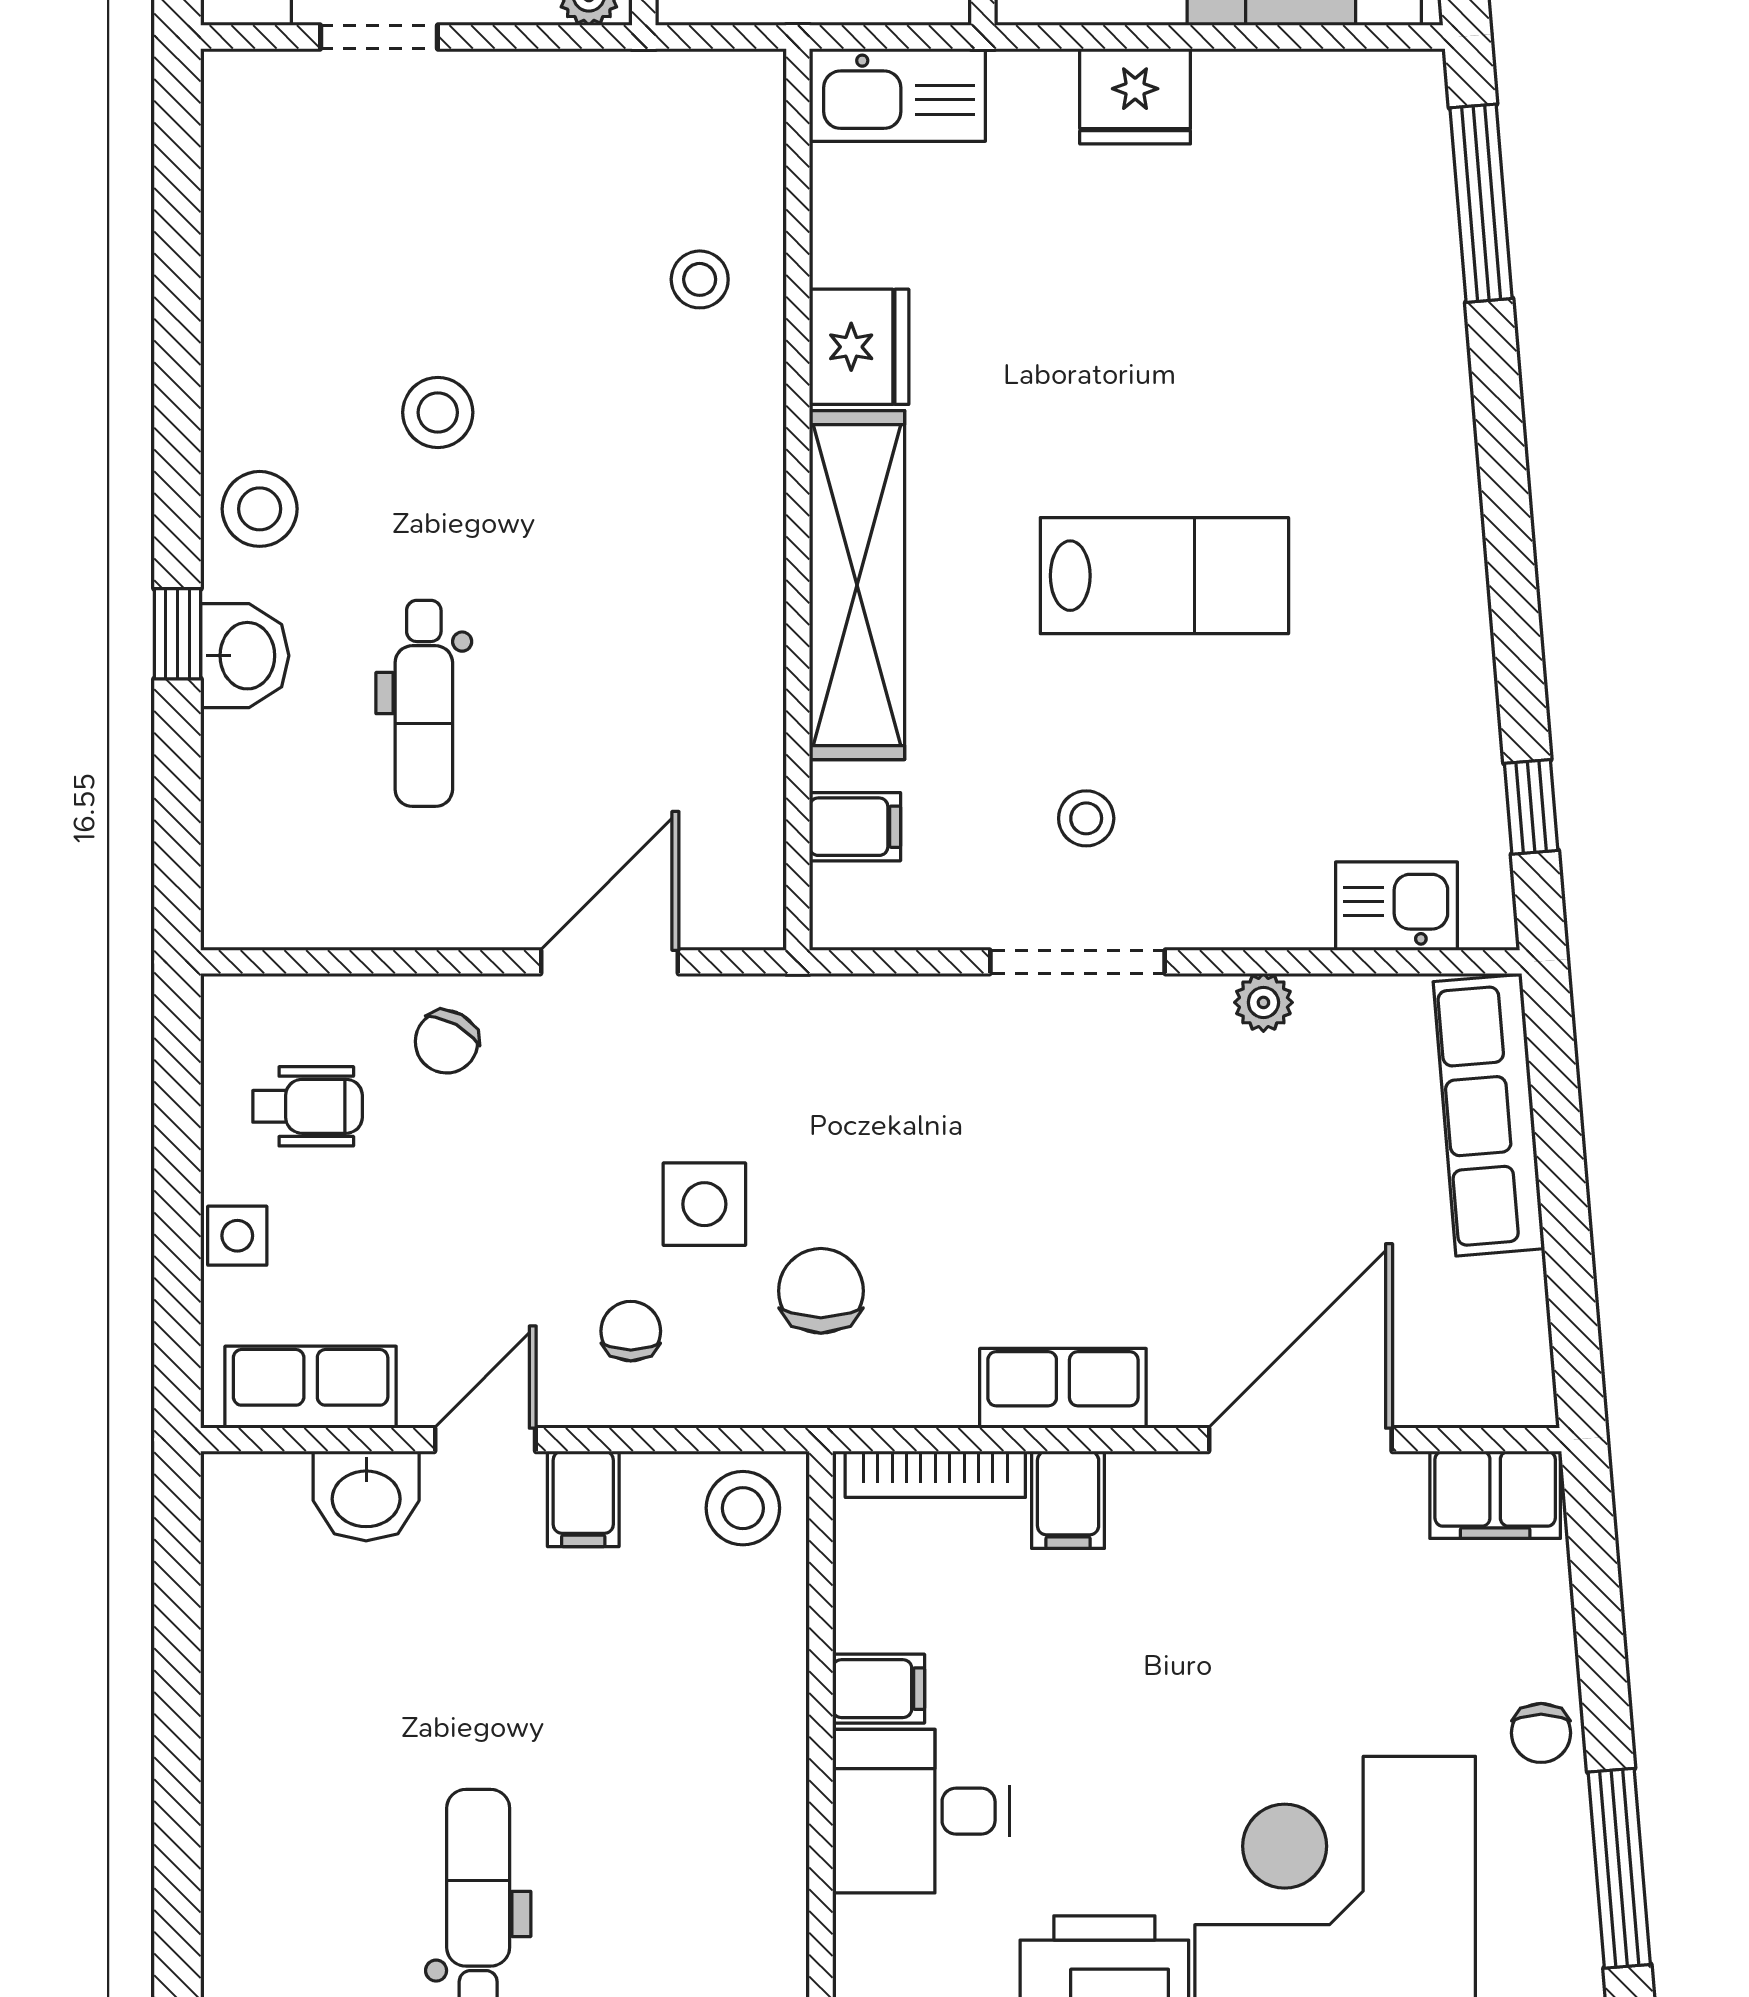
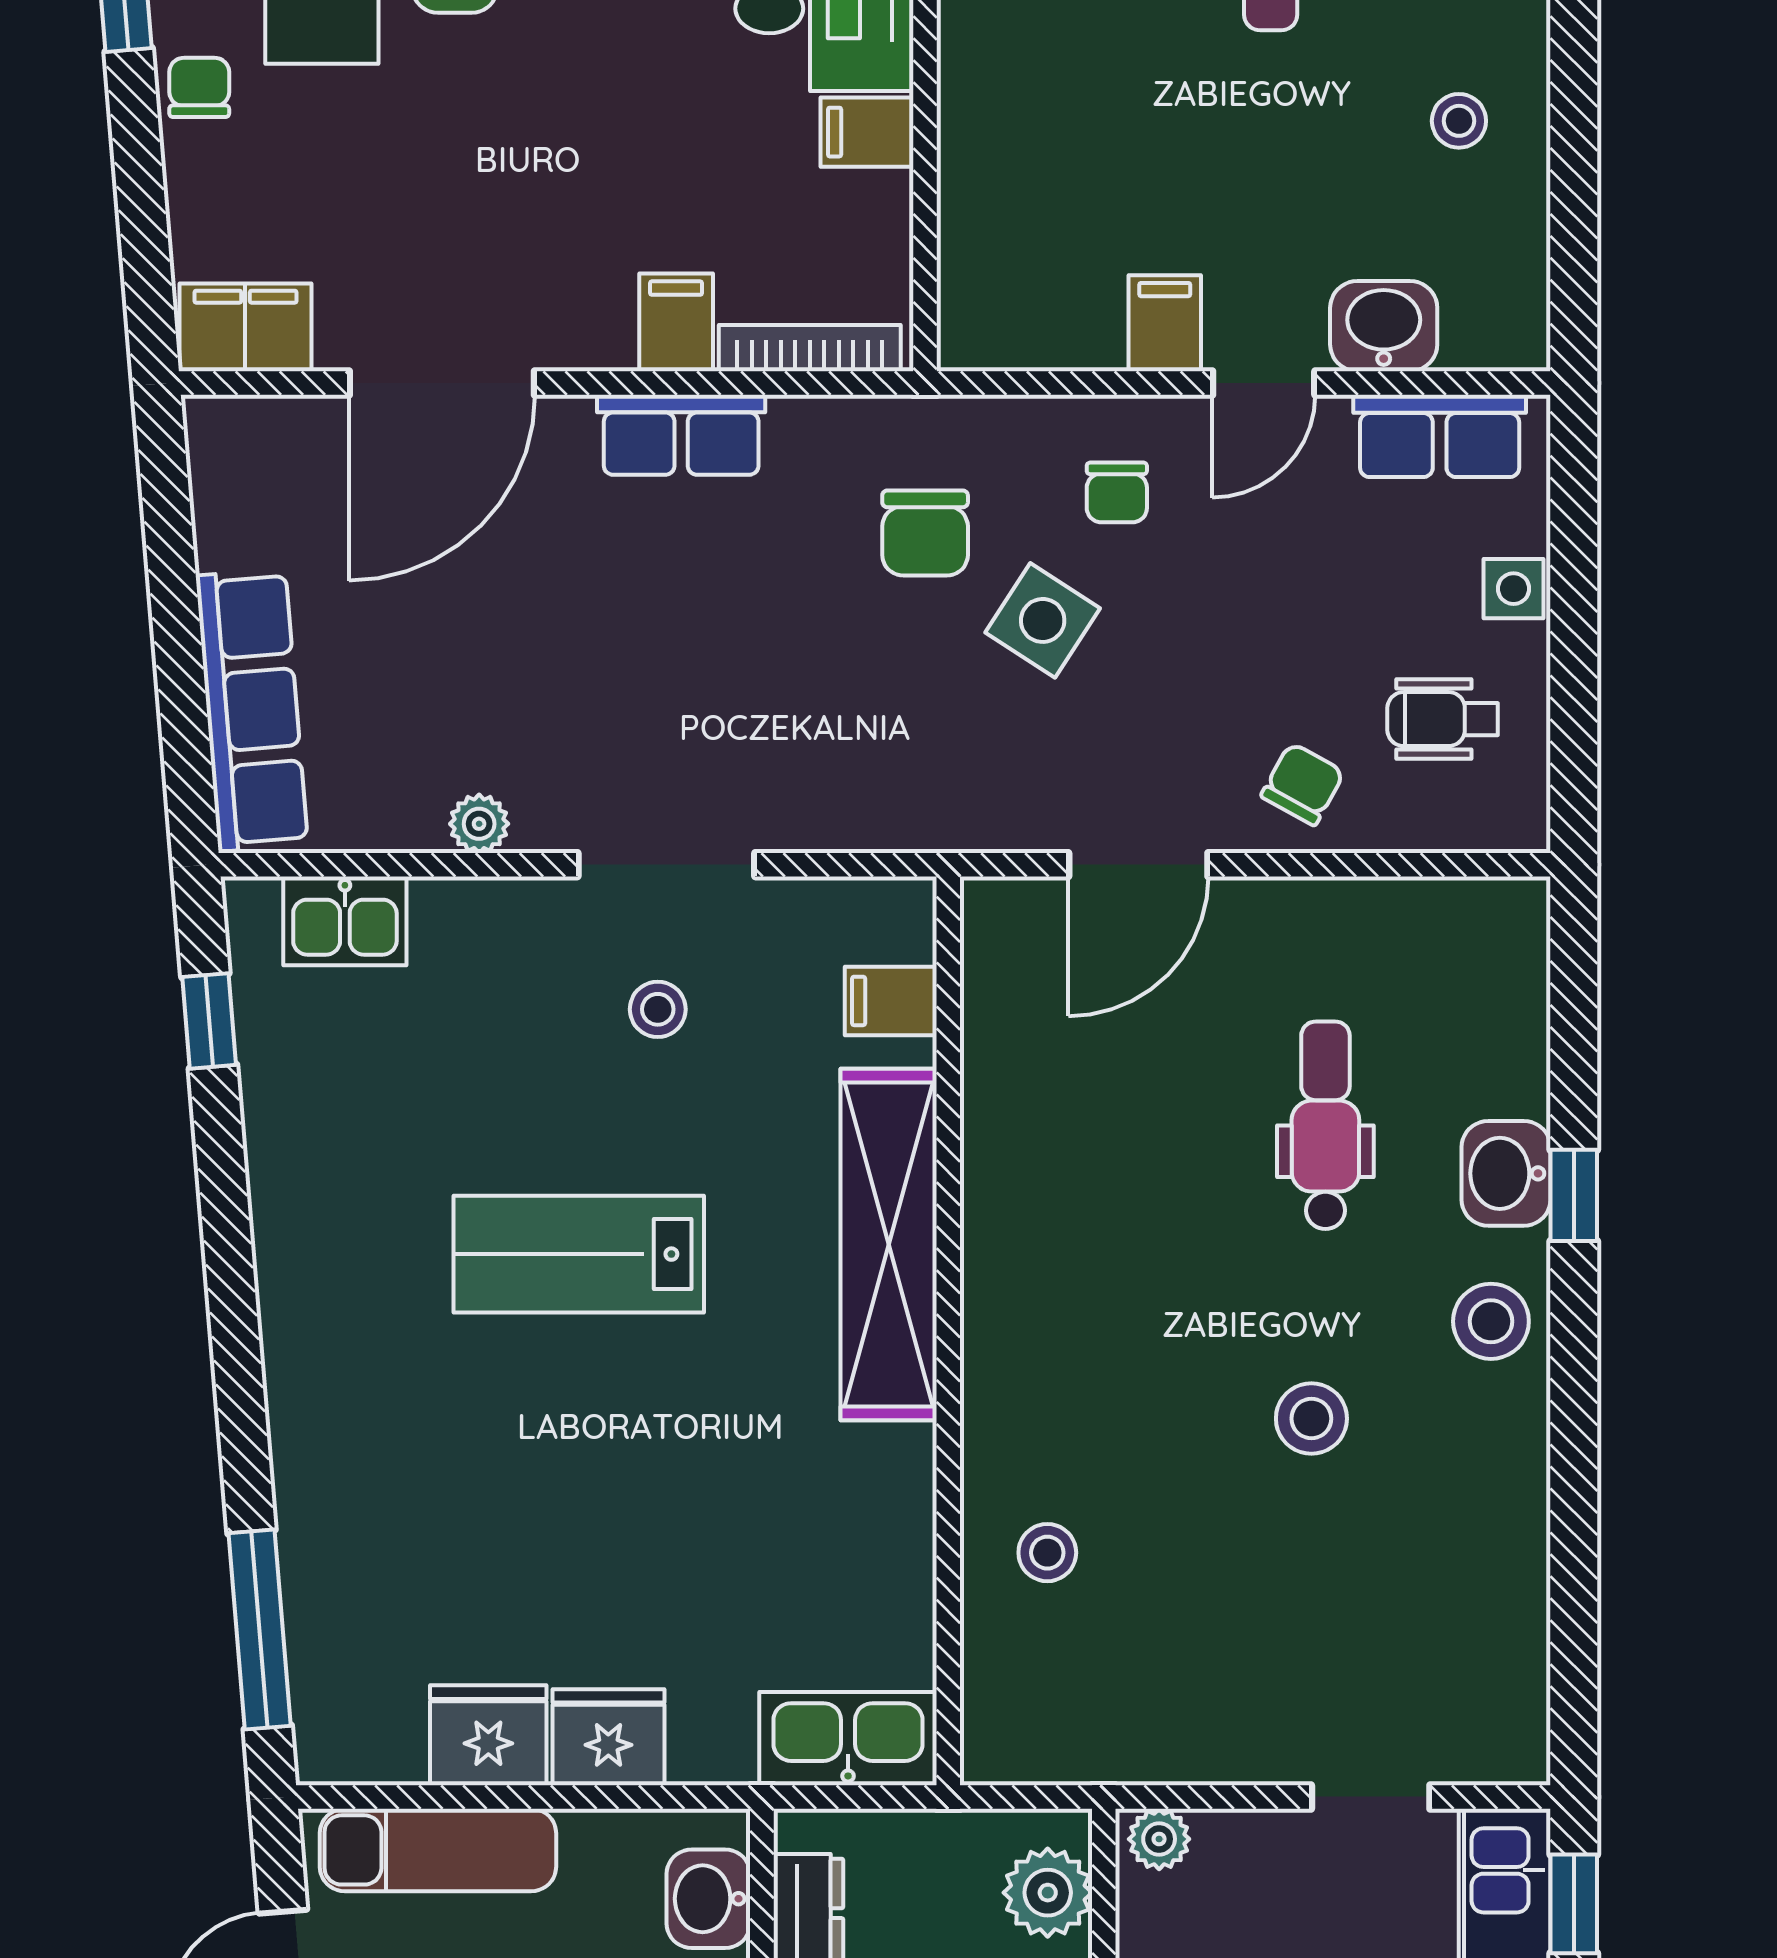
fridge: (859, 347) -> (488, 1735), moved, turned 90
side table: (704, 1204) -> (1043, 620), turned 33
stool: (743, 1508) -> (1459, 121), moved, width x0.73, depth x0.73

